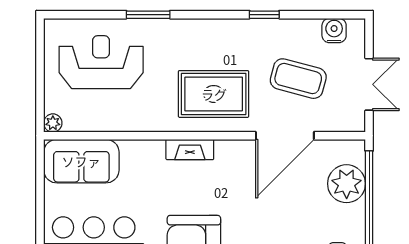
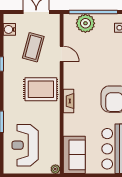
rug: (214, 94) -> (41, 89), turned 90
door: (285, 136) -> (62, 54), width x0.53

